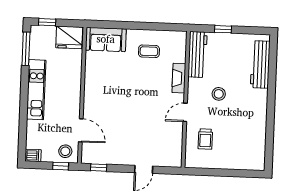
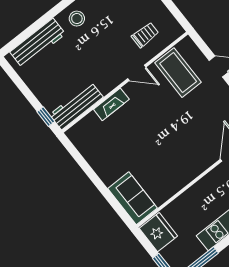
window: (223, 29) -> (46, 117), moved
coffee table: (149, 51) -> (178, 73), moved, width x1.86, depth x1.72
stool: (219, 94) -> (77, 19), moved

